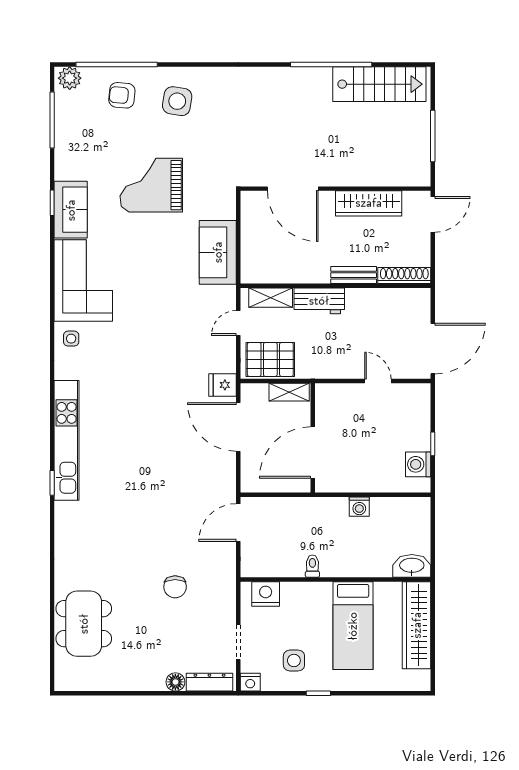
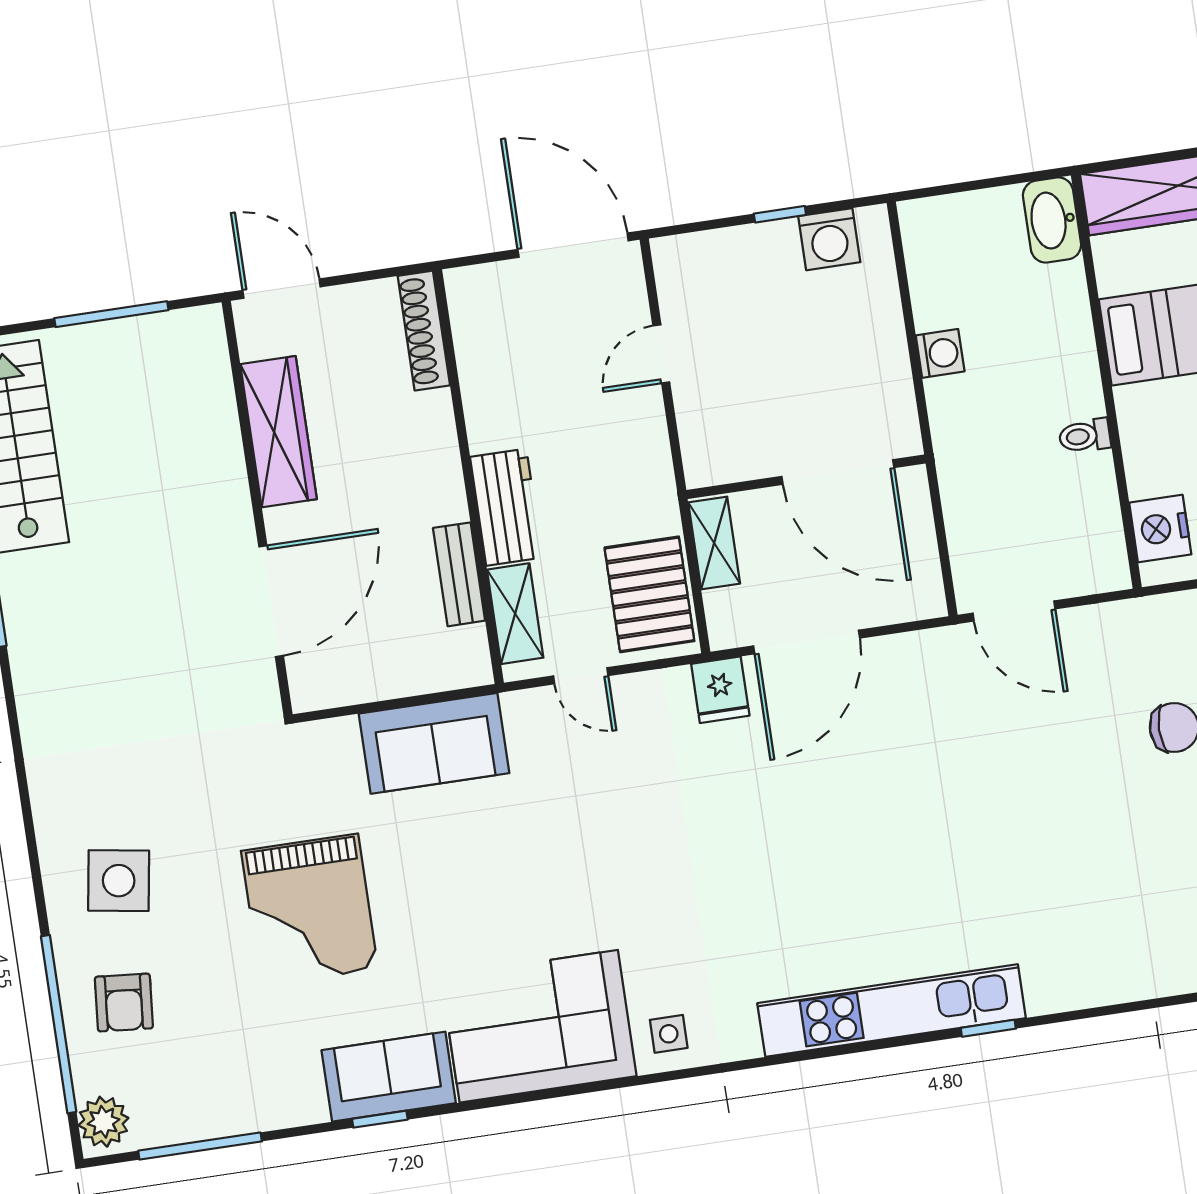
bench: (354, 275) -> (459, 574), moved

